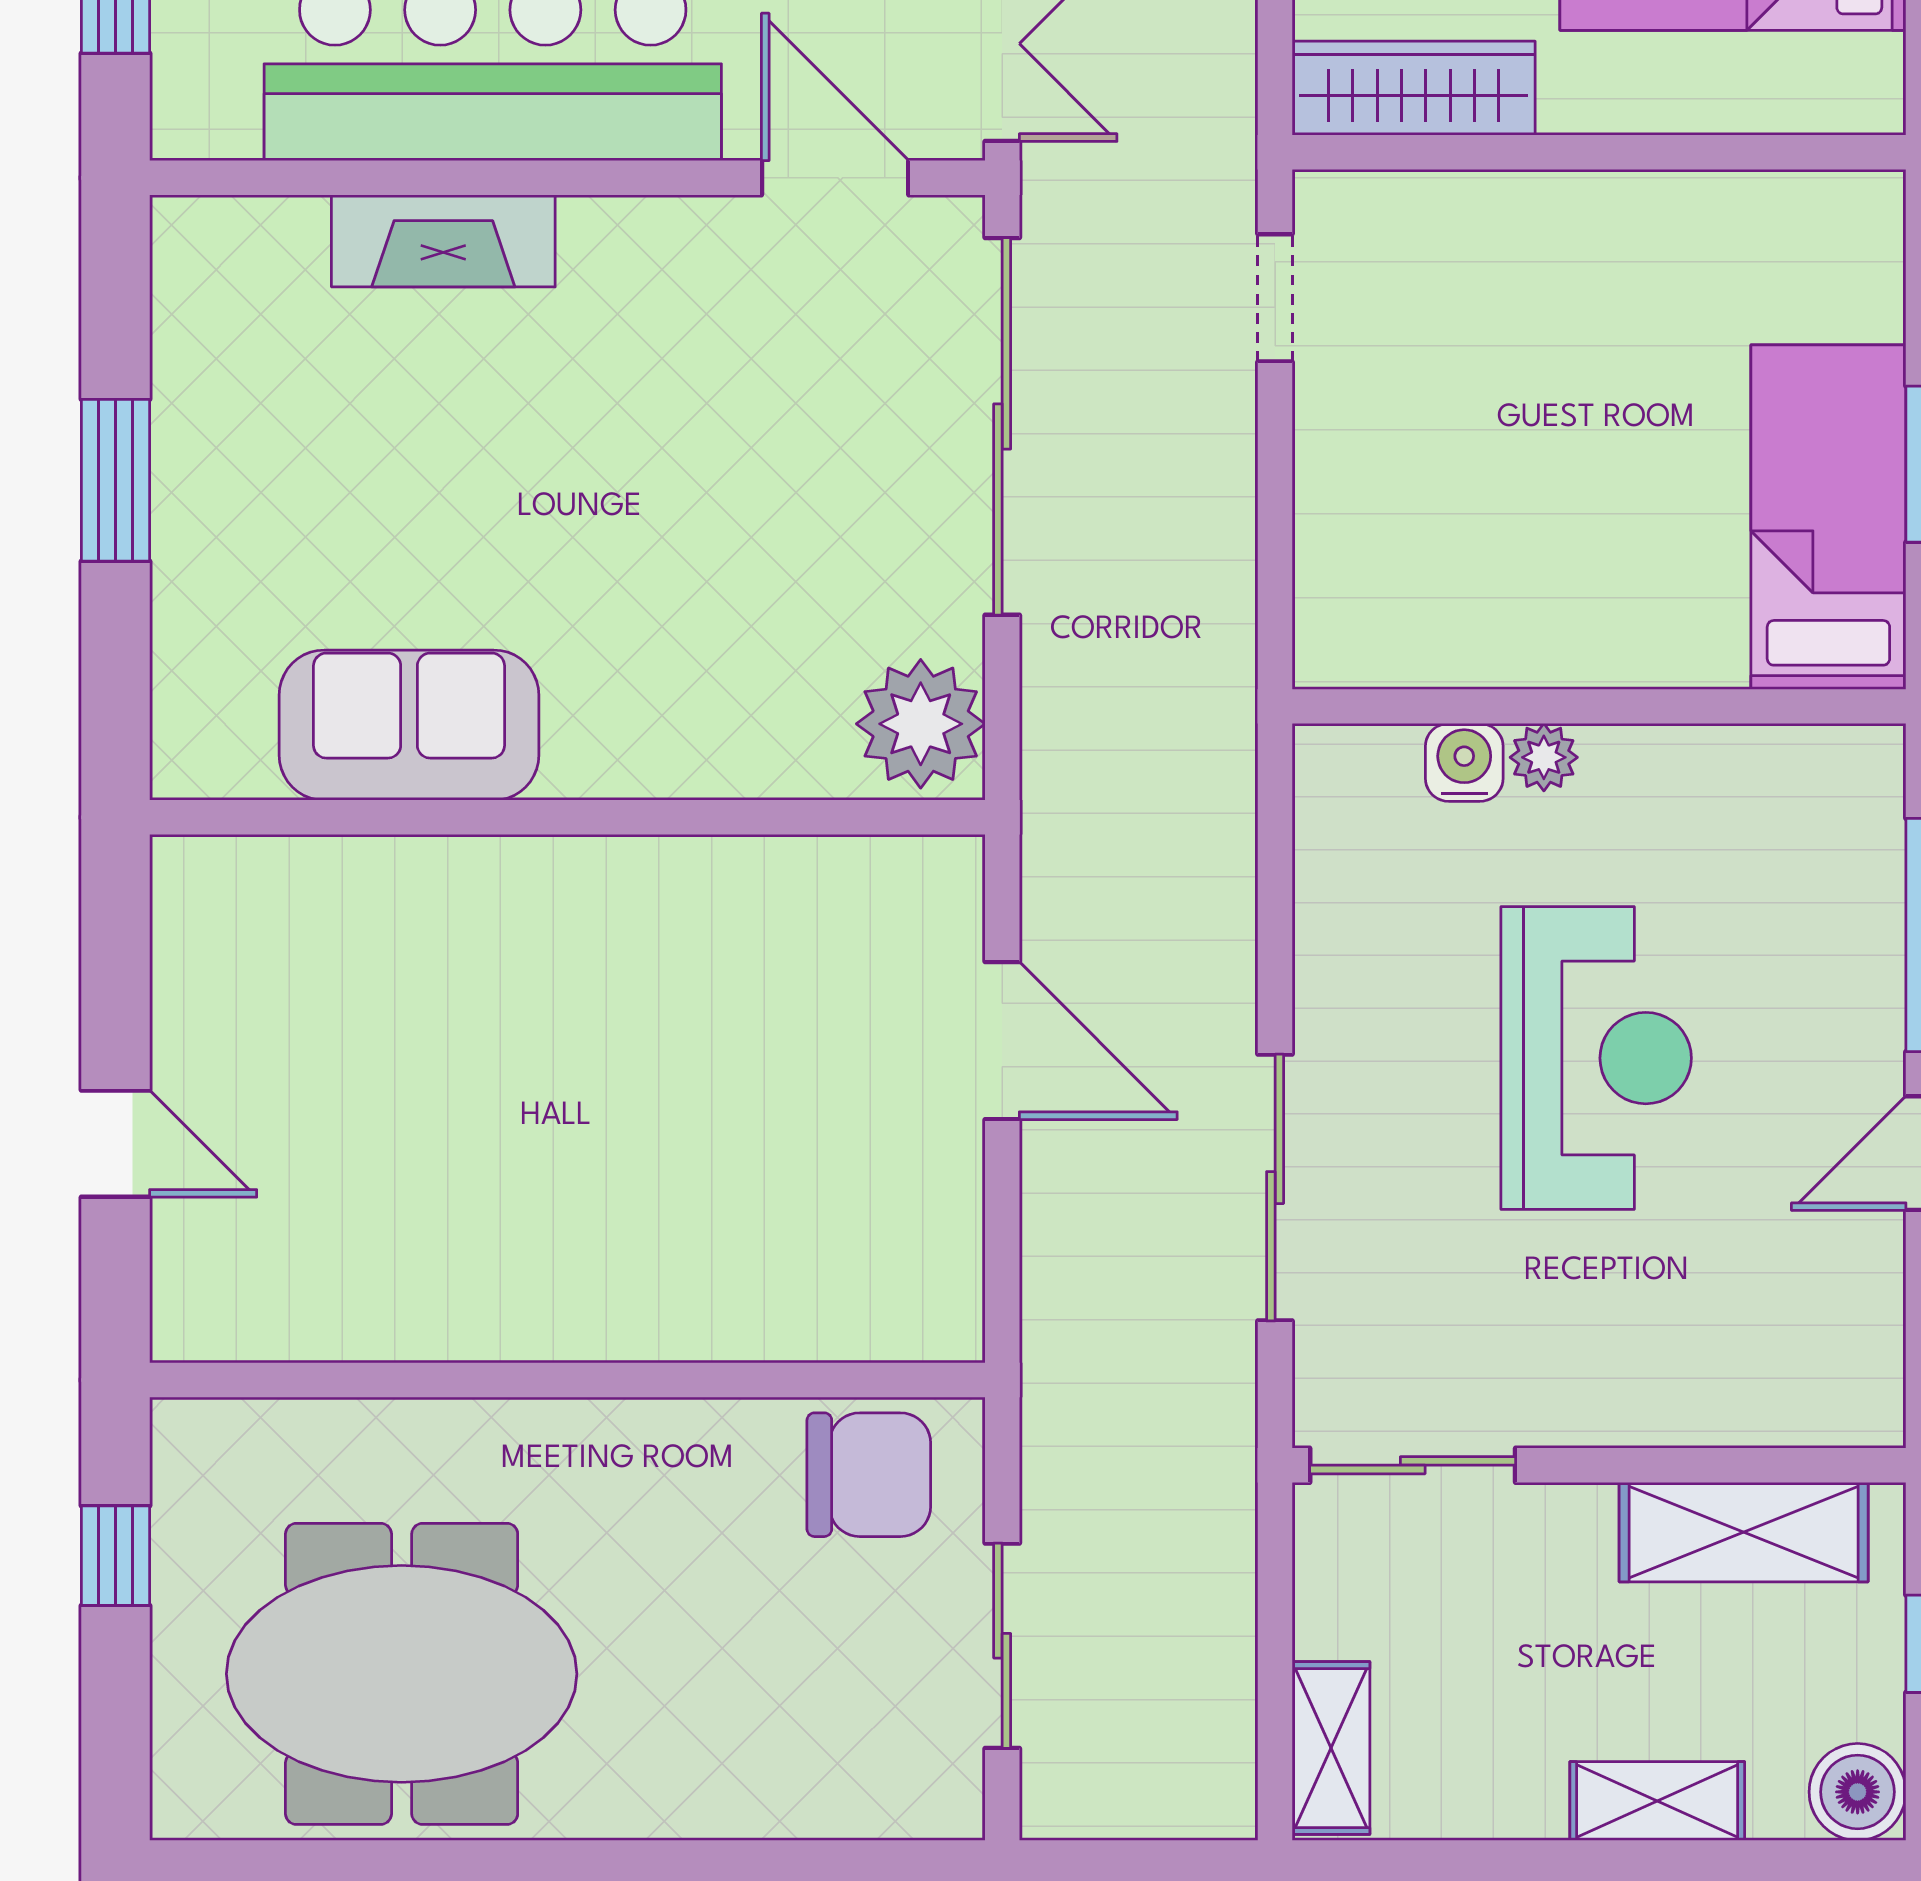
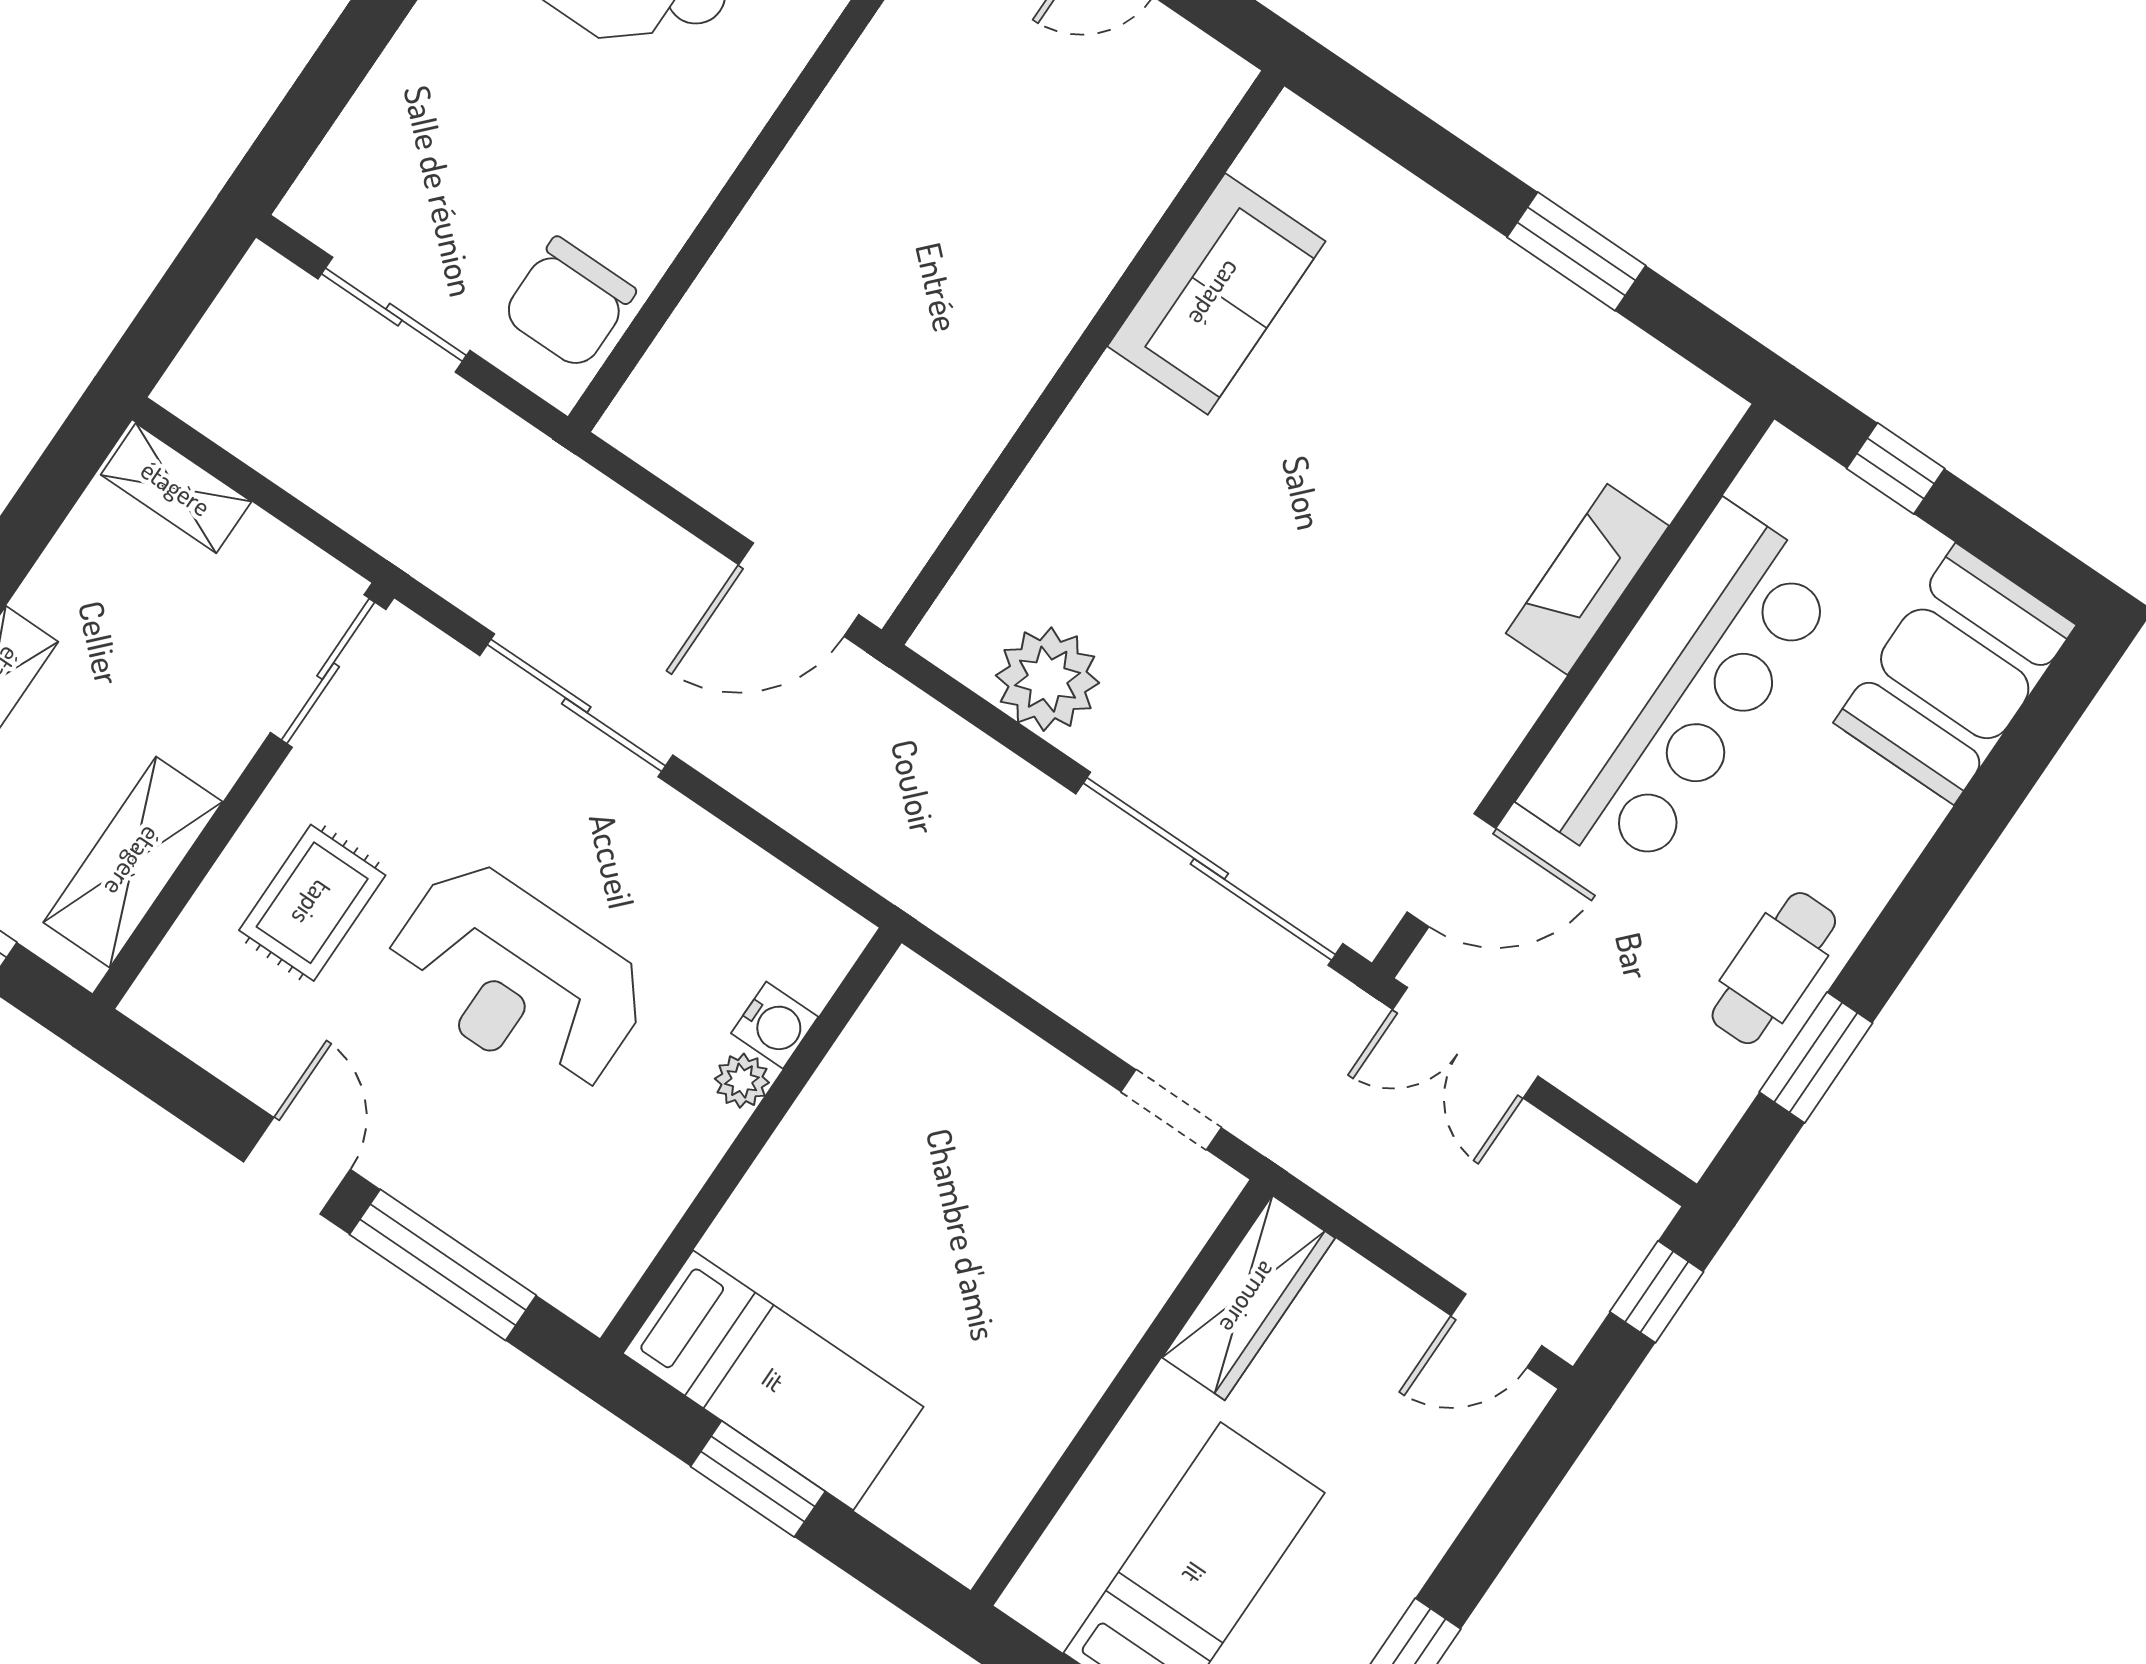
sofa: (409, 725) -> (1216, 294), moved
wall: (567, 817) -> (1083, 358), moved
rug: (1661, 1320) -> (312, 903), added

